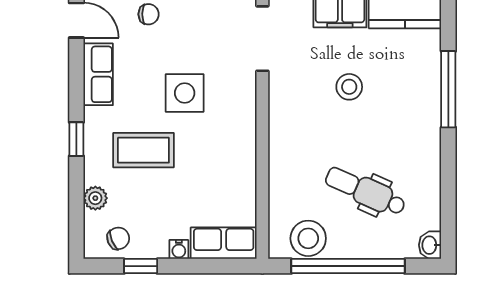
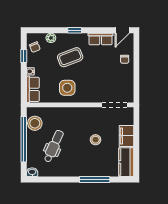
side table: (185, 93) -> (67, 88), moved
coffee table: (143, 150) -> (70, 57), turned 69

